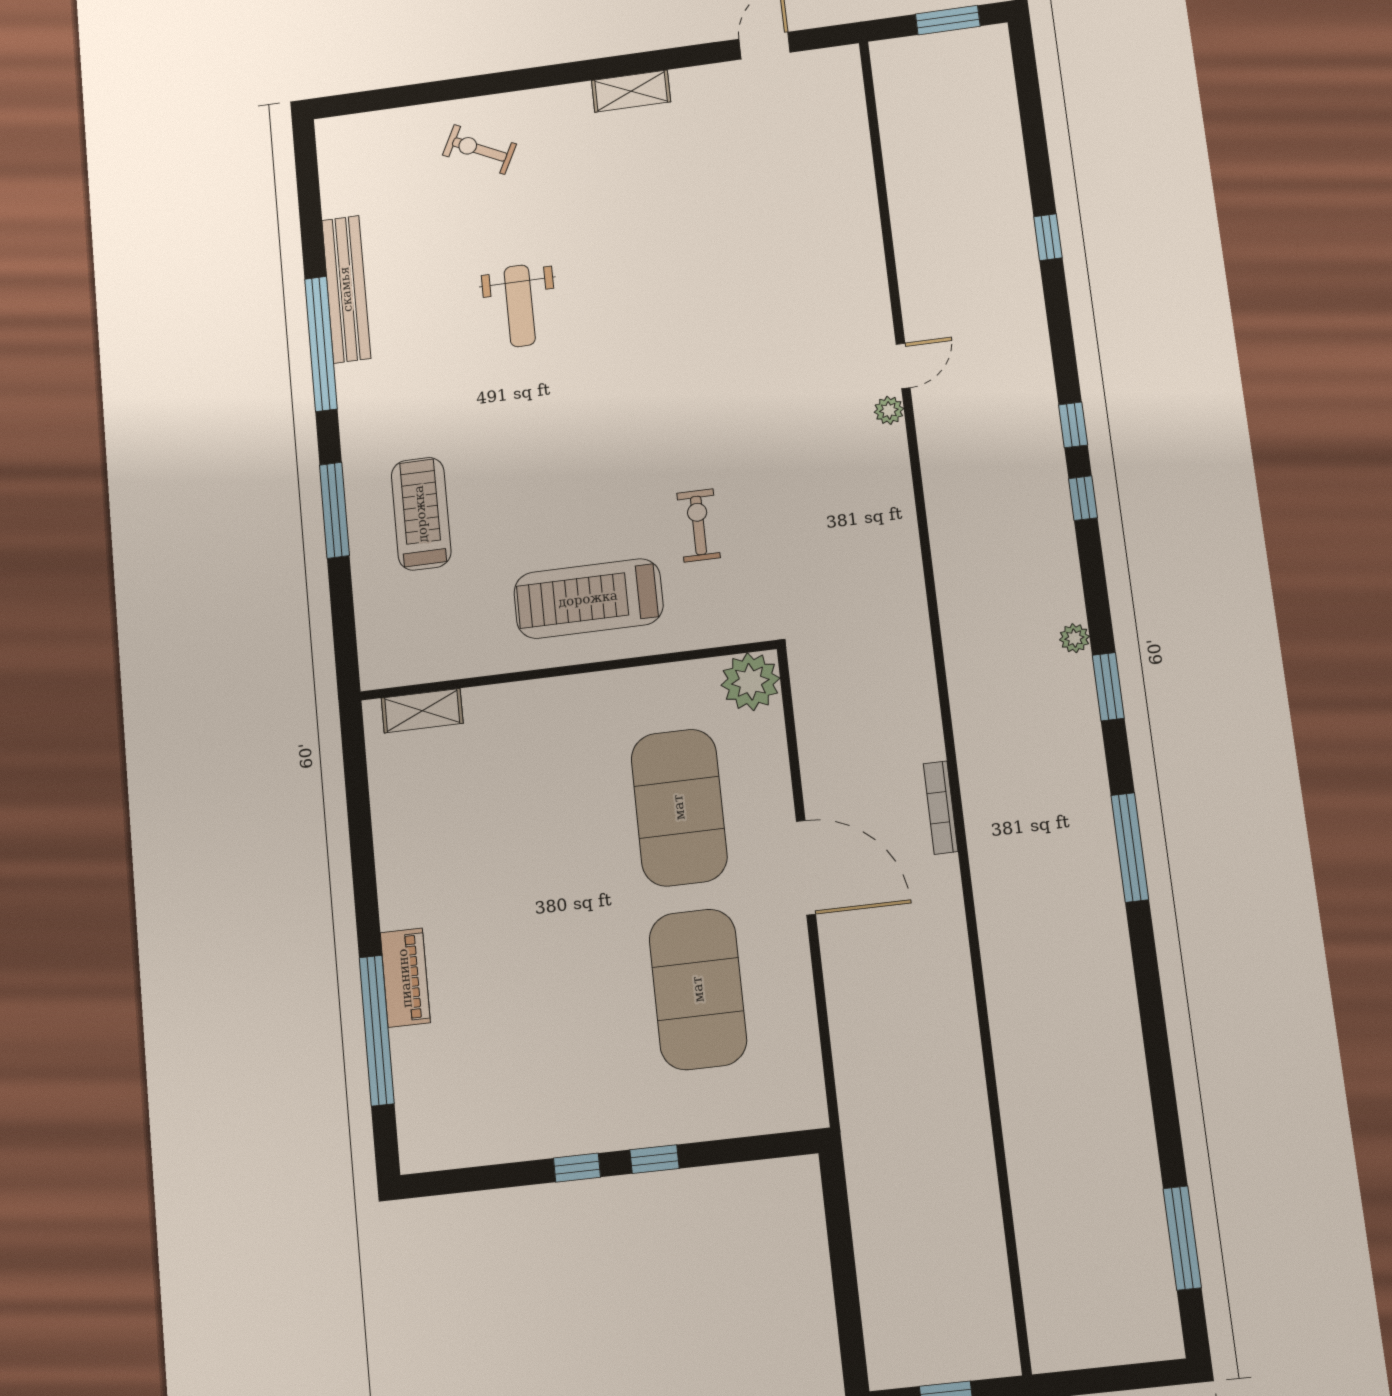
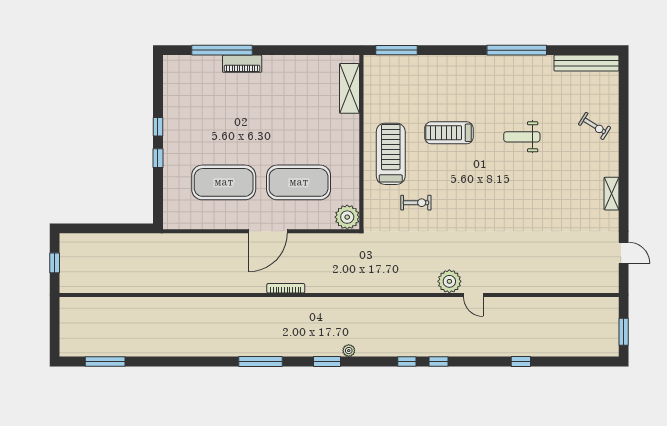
exercise bike: (480, 149) -> (595, 126), turned 96
bench: (346, 289) -> (586, 63), moved
plant: (889, 410) -> (449, 281), width x1.88, depth x1.88
window: (334, 510) -> (396, 50), moved
treadmill: (421, 514) -> (449, 133), moved, turned 180
shelving: (422, 711) -> (350, 88), width x1.50, depth x1.33

